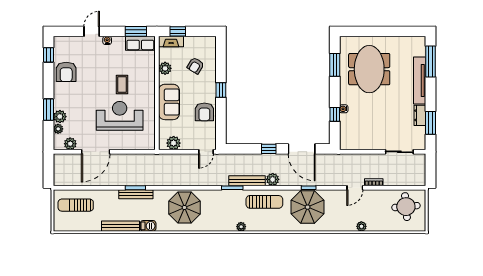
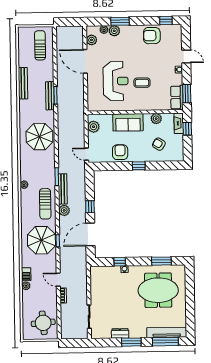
tv unit: (420, 81) -> (167, 332), moved
armchair: (204, 112) -> (120, 152), turned 90
window: (431, 123) -> (131, 342), moved
barbecue: (148, 226) -> (26, 274), moved

